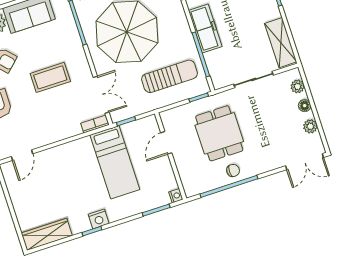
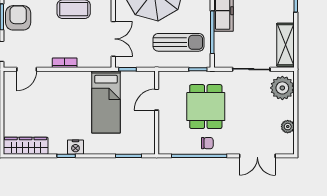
plant: (298, 86) -> (282, 88), width x1.87, depth x1.87
floor lamp: (305, 106) -> (289, 107), removed
bookcase: (95, 124) -> (65, 63), moved
double door: (305, 162) -> (257, 156), moved
nightstand: (176, 196) -> (150, 149), removed

